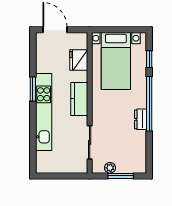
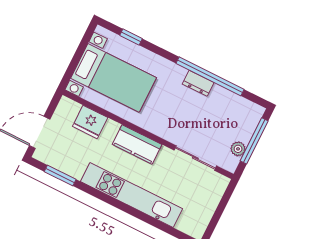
window: (33, 89) -> (60, 176), moved
window: (149, 104) -> (210, 76), moved
window: (121, 176) -> (254, 141), width x1.44

